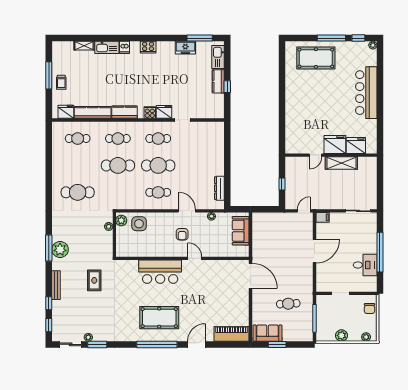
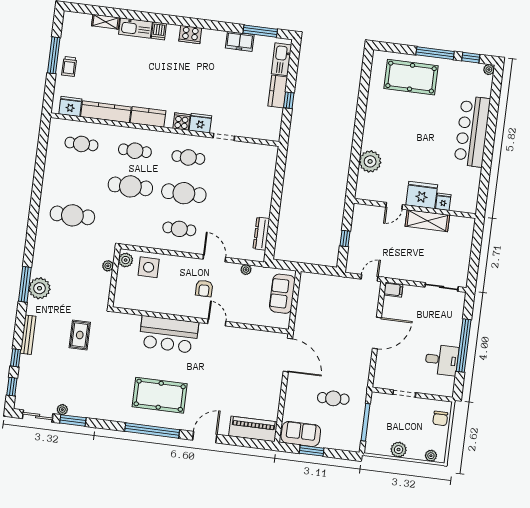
plant: (293, 124) -> (370, 161), added
fridge: (356, 145) -> (443, 202), width x0.53, depth x0.75

